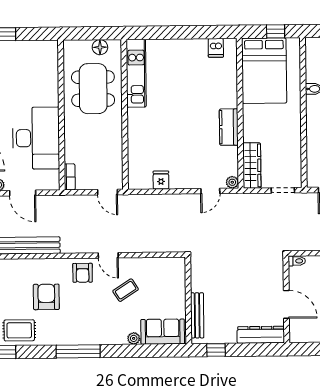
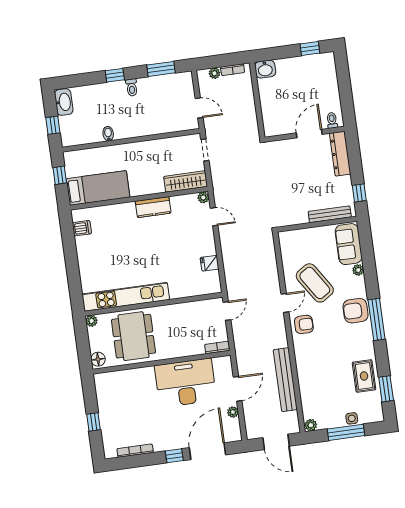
plant: (115, 46) -> (92, 321), added
floor lamp: (100, 47) -> (98, 359), moved
bed: (264, 71) -> (98, 188), width x0.67
kitchen unit: (136, 73) -> (126, 297), width x1.36
dining table: (93, 89) -> (133, 336), turned 90
toilet: (297, 261) -> (332, 120), moved
coffee table: (126, 290) -> (315, 283), width x1.86, depth x1.72
armchair: (46, 297) -> (356, 311), moved

